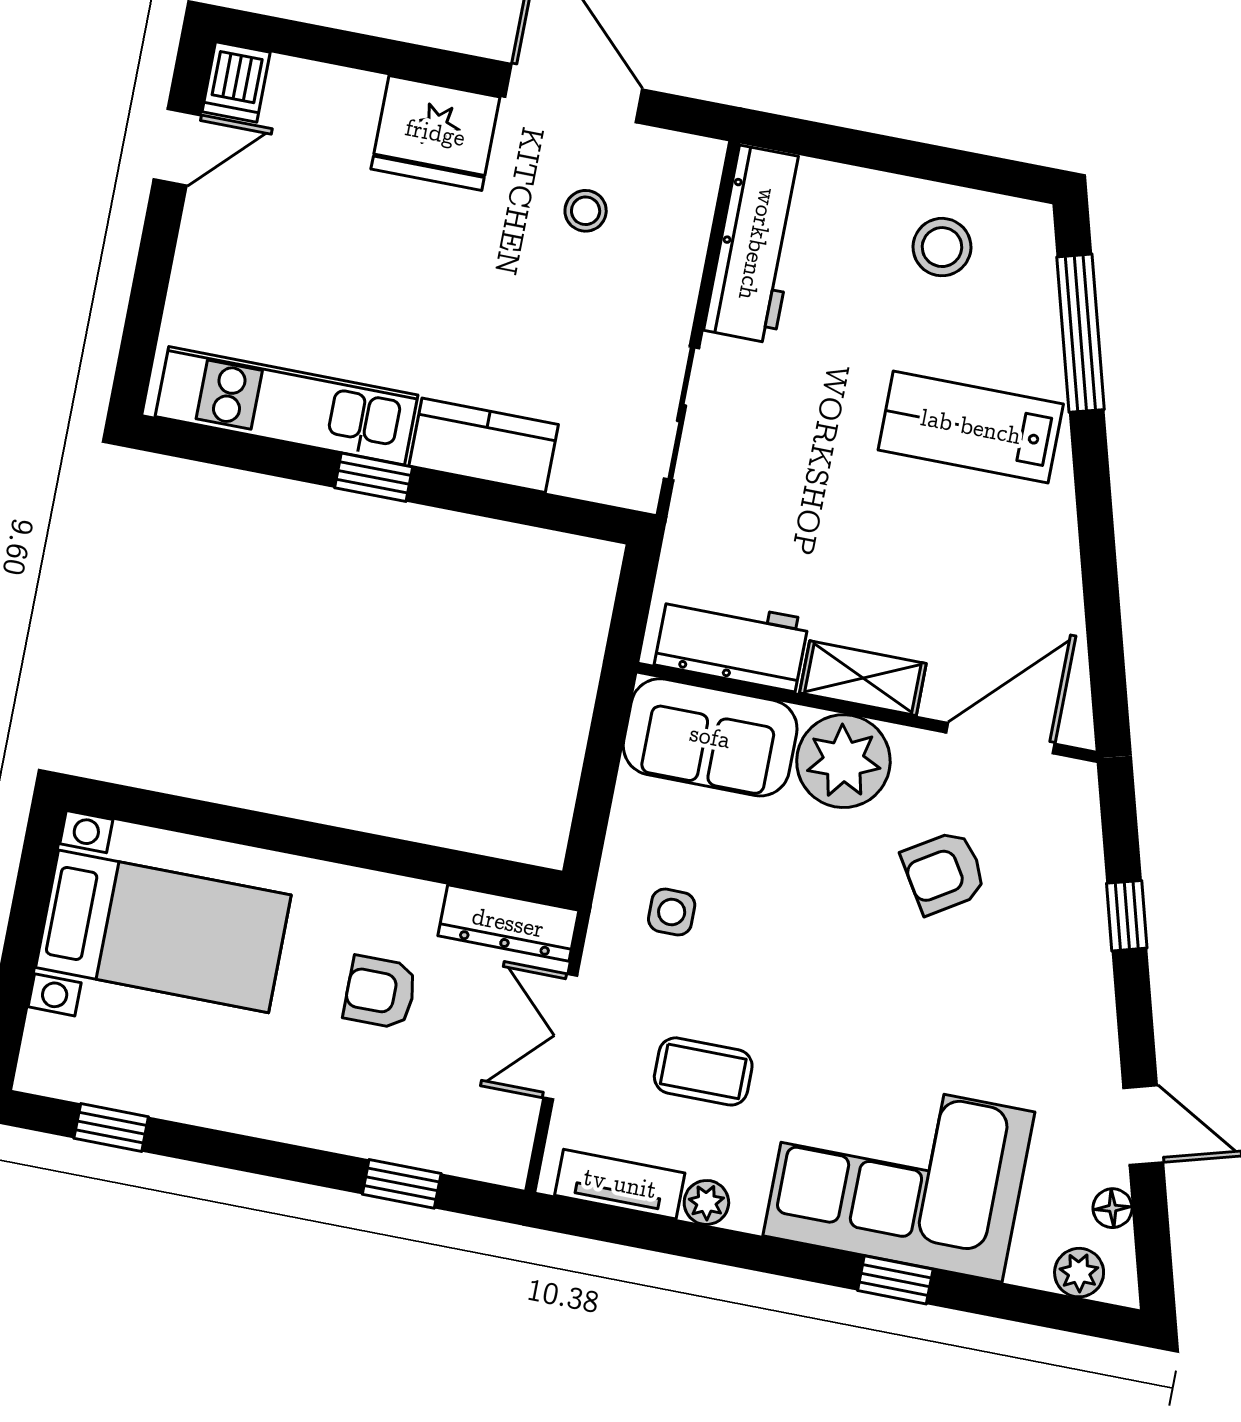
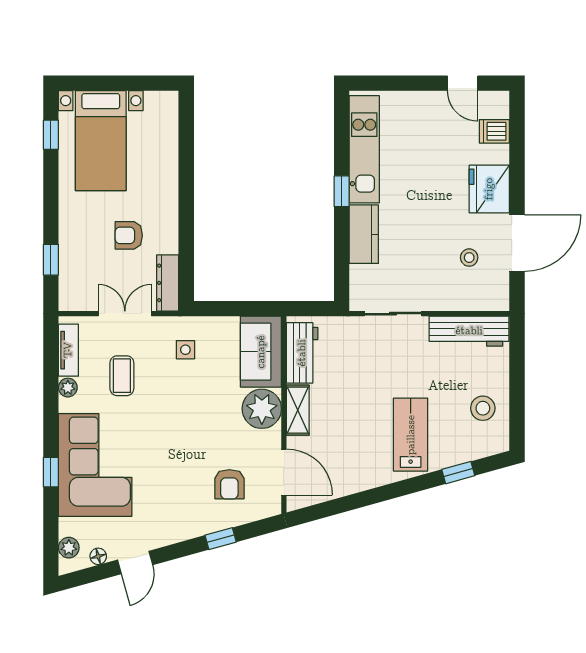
dishwasher: (236, 82) -> (494, 131), moved
window: (1080, 333) -> (458, 473), width x0.46
armchair: (944, 872) -> (229, 484), moved, turned -148
bed with nightstands: (163, 931) -> (101, 141), moved
armchair: (380, 992) -> (129, 235), turned -90

